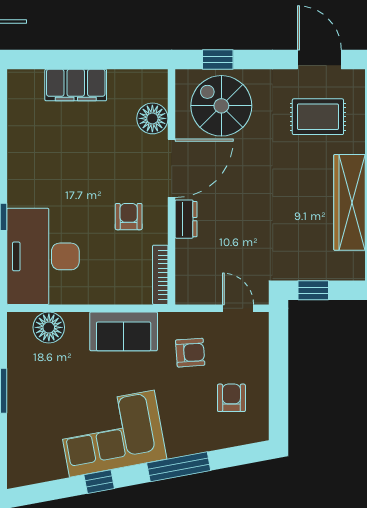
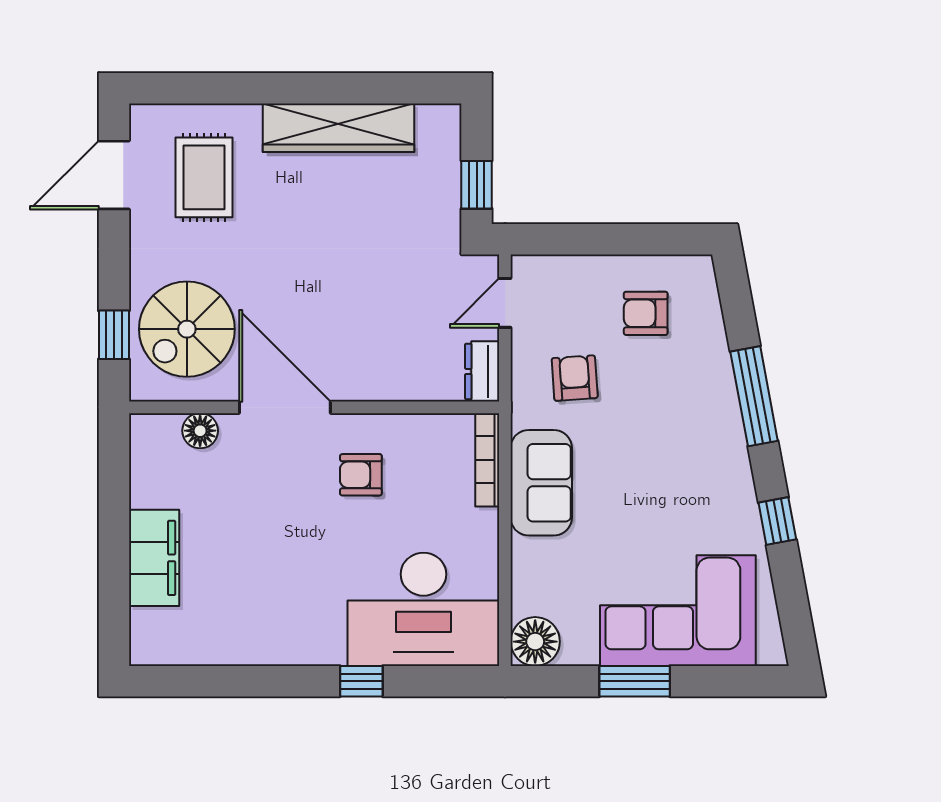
floor lamp: (152, 118) -> (200, 431), width x0.73, depth x0.73
dresser: (186, 219) -> (482, 371), moved, turned -90
bookcase: (160, 275) -> (487, 460), moved, turned 90
floor lamp: (49, 327) -> (535, 642), moved
corner sofa: (112, 434) -> (678, 611), moved, turned 101

